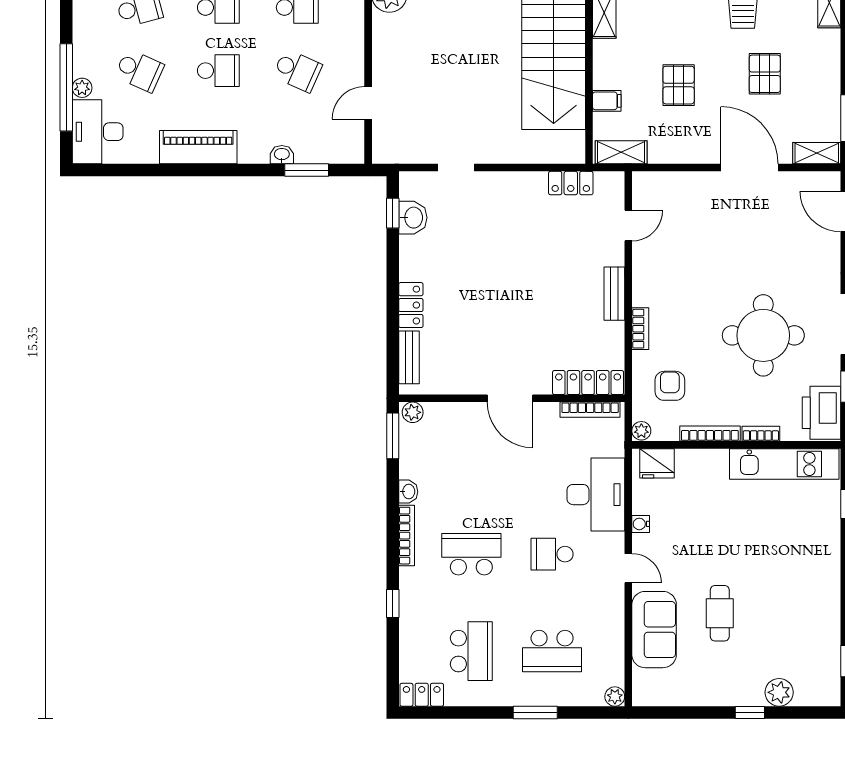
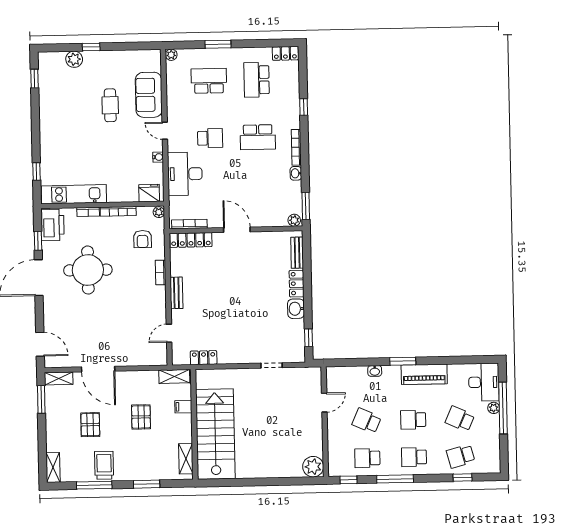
window: (307, 170) -> (403, 361), moved
washbasin: (413, 218) -> (296, 309), moved

